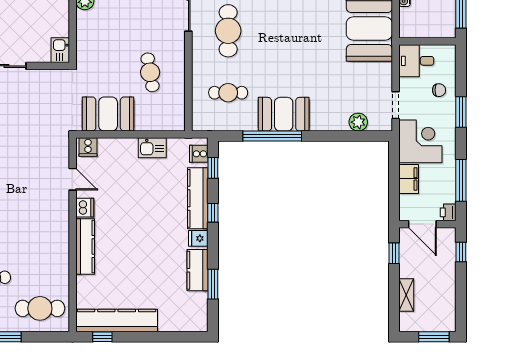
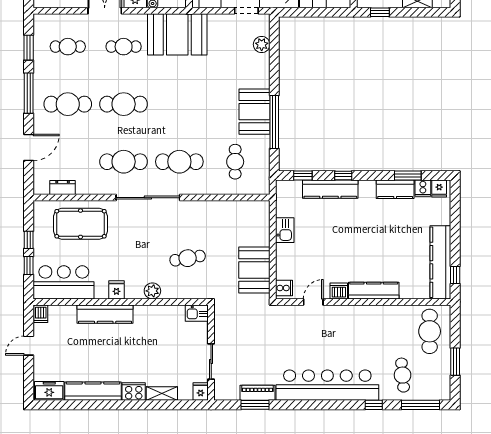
cafe table: (150, 72) -> (188, 258), moved
cooker: (199, 154) -> (423, 188), moved
fridge: (198, 238) -> (439, 189), moved

